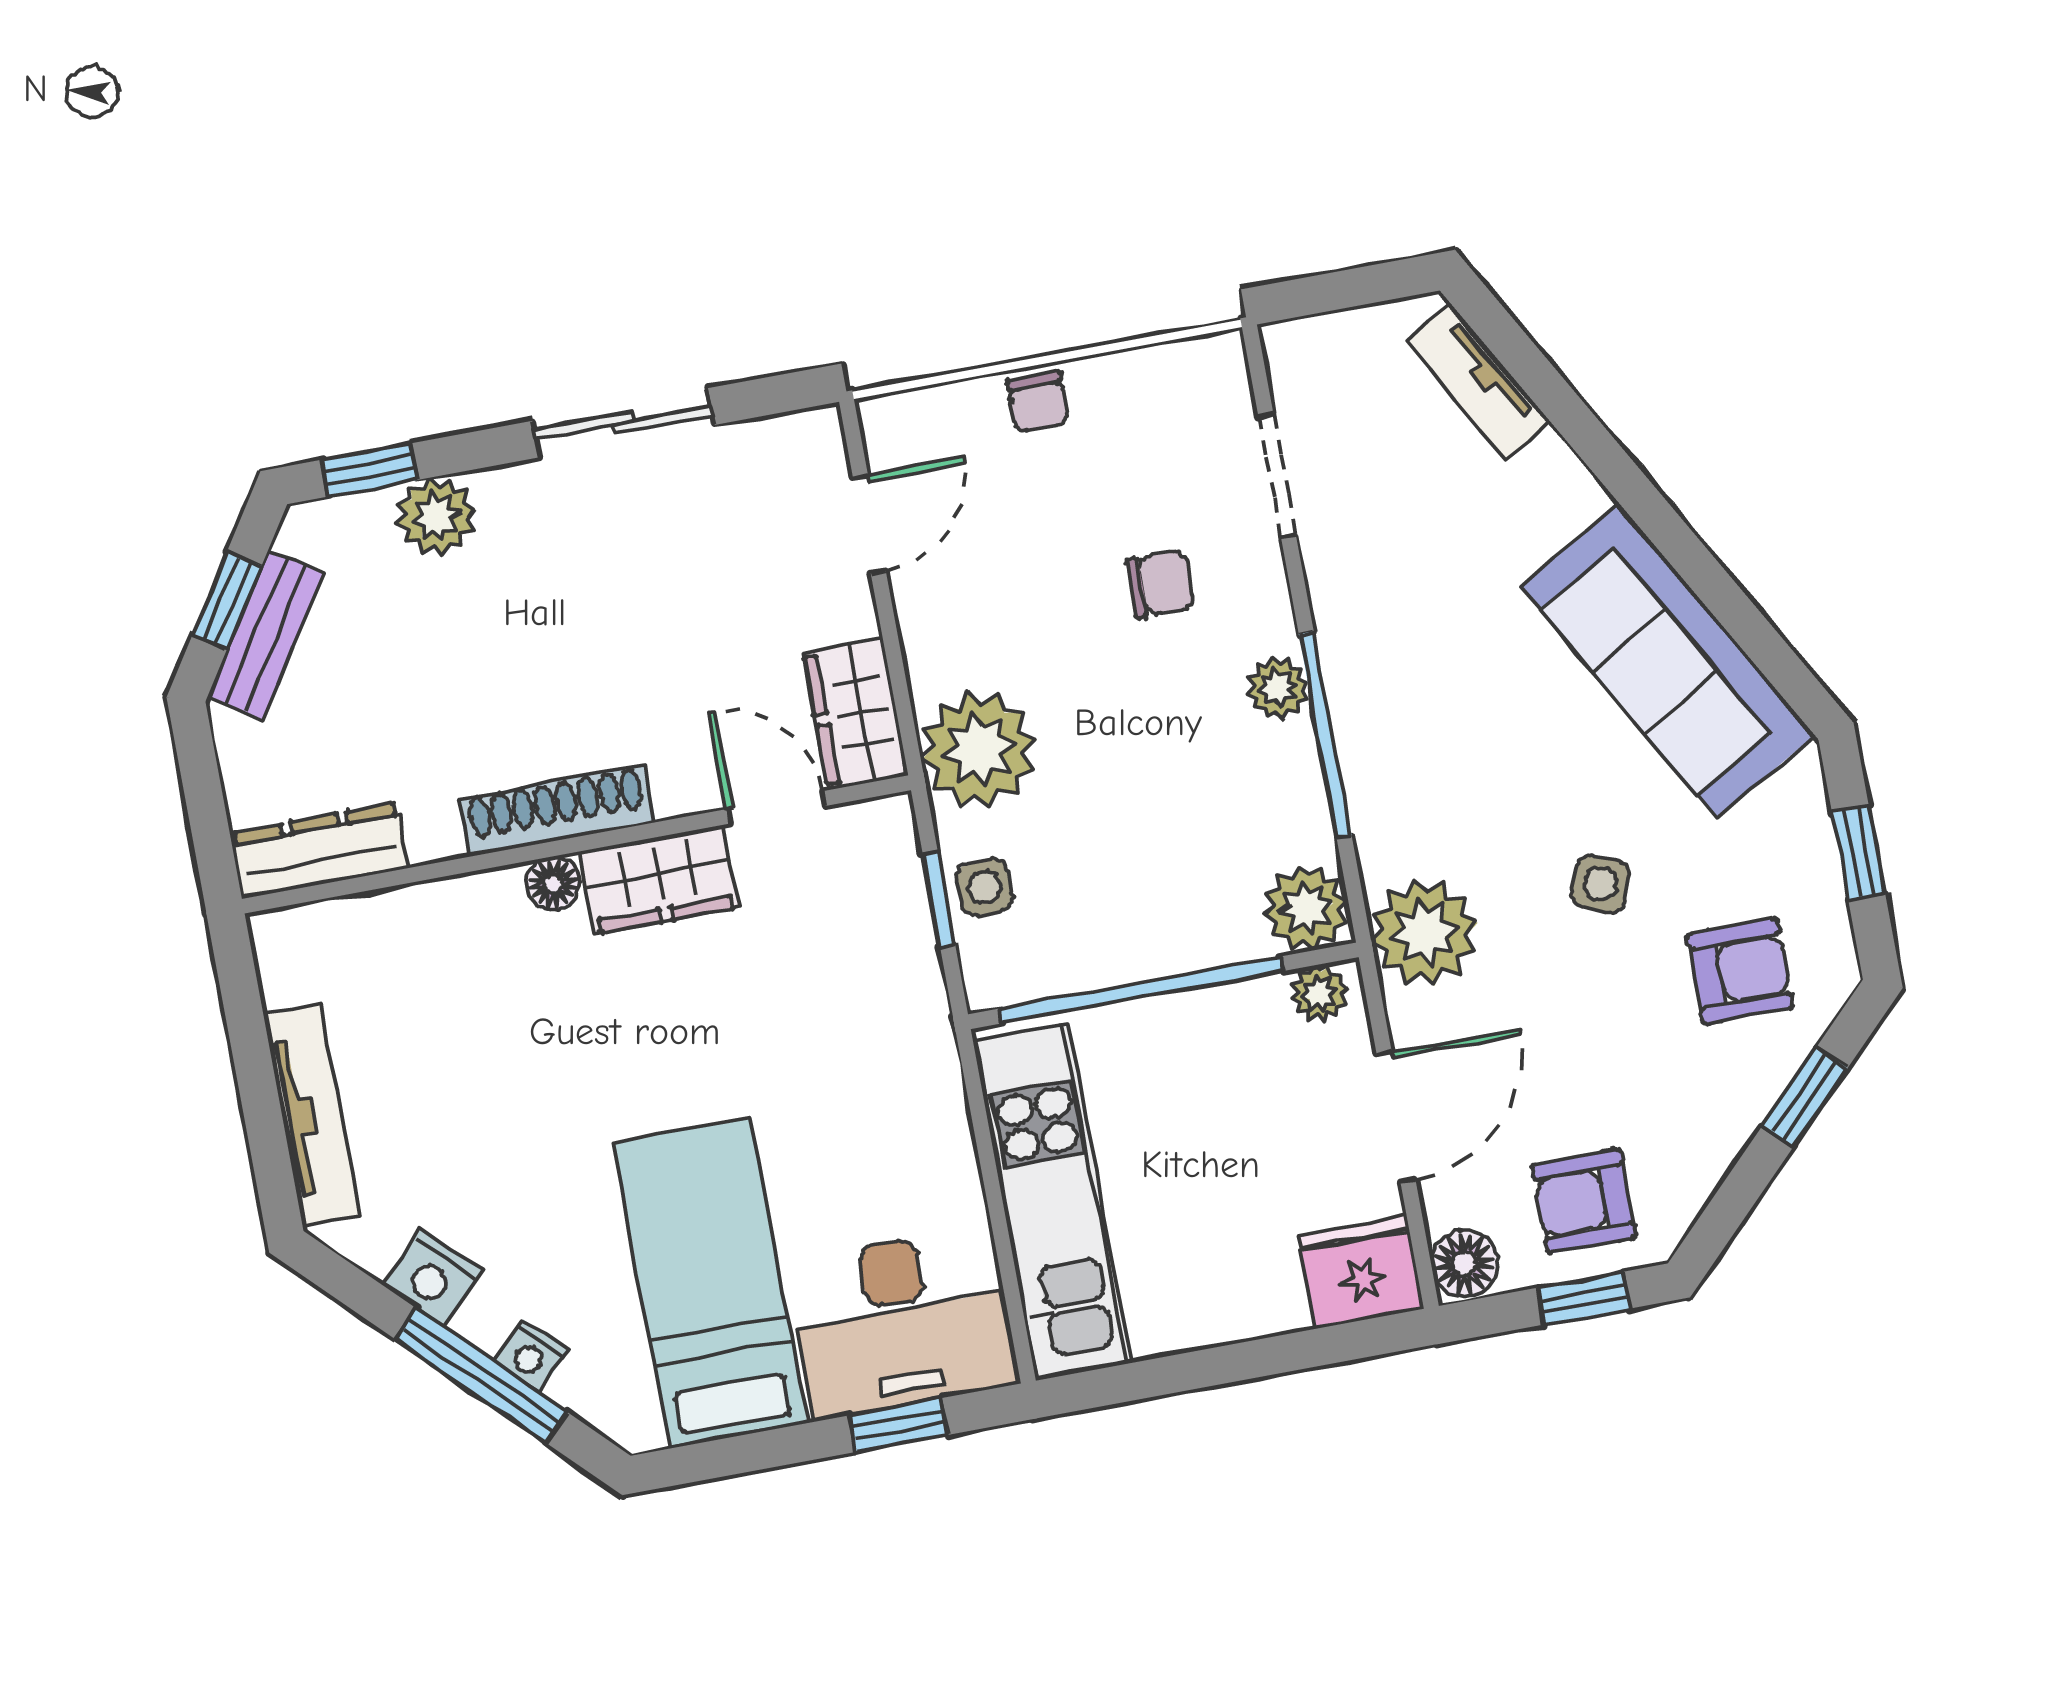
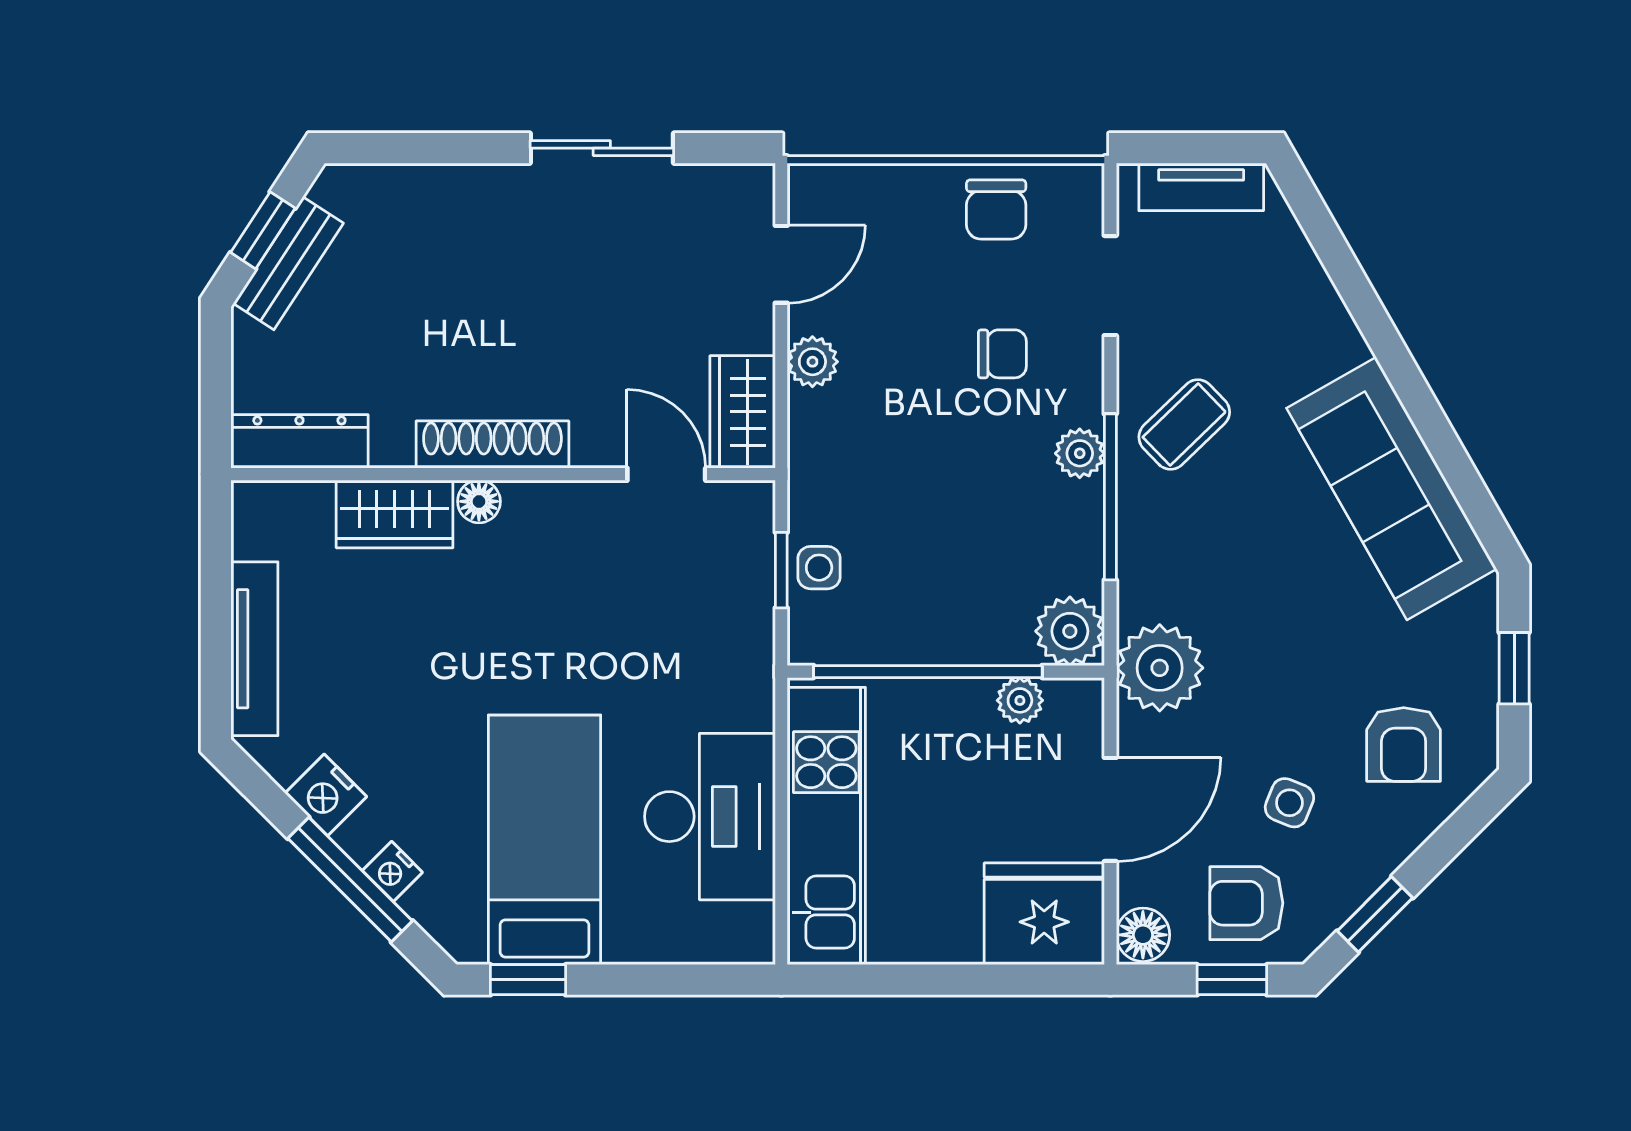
tv unit: (1478, 381) -> (1201, 187), moved, turned -60
chair: (1038, 402) -> (996, 210), moved, width x1.37, depth x1.37
window: (370, 470) -> (395, 148), removed
plant: (436, 517) -> (441, 195), removed
coffee table: (1399, 629) -> (1184, 425), added
plant: (979, 750) -> (812, 362), moved, width x0.53, depth x0.53
wardrobe: (659, 880) -> (395, 514), moved
side table: (1601, 884) -> (1289, 803), moved
armchair: (1740, 971) -> (1404, 744), turned 90
plant: (1319, 993) -> (1020, 700), moved
window: (1805, 1097) -> (1375, 914), moved
fridge: (1361, 1272) -> (1044, 914), width x1.36, depth x1.34
desk: (900, 1323) -> (710, 817), moved, turned -90
window: (899, 1425) -> (528, 980), moved

